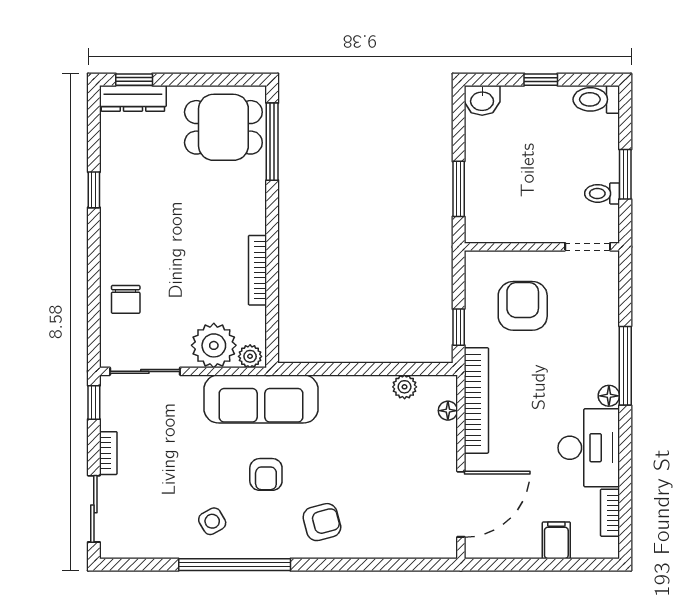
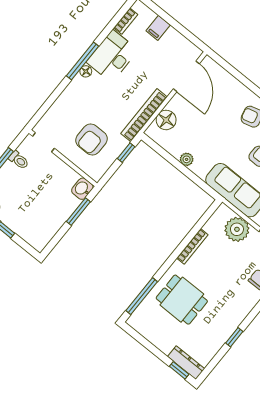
washbasin: (482, 100) -> (82, 189), moved, turned -90
dining table: (223, 127) -> (182, 300), moved
plant: (250, 356) -> (225, 212), removed
window: (625, 366) -> (83, 61), moved
plant: (405, 387) -> (187, 159), moved
floor lamp: (448, 411) -> (166, 120), width x1.89, depth x1.89
door: (461, 504) -> (186, 76), swing flipped

